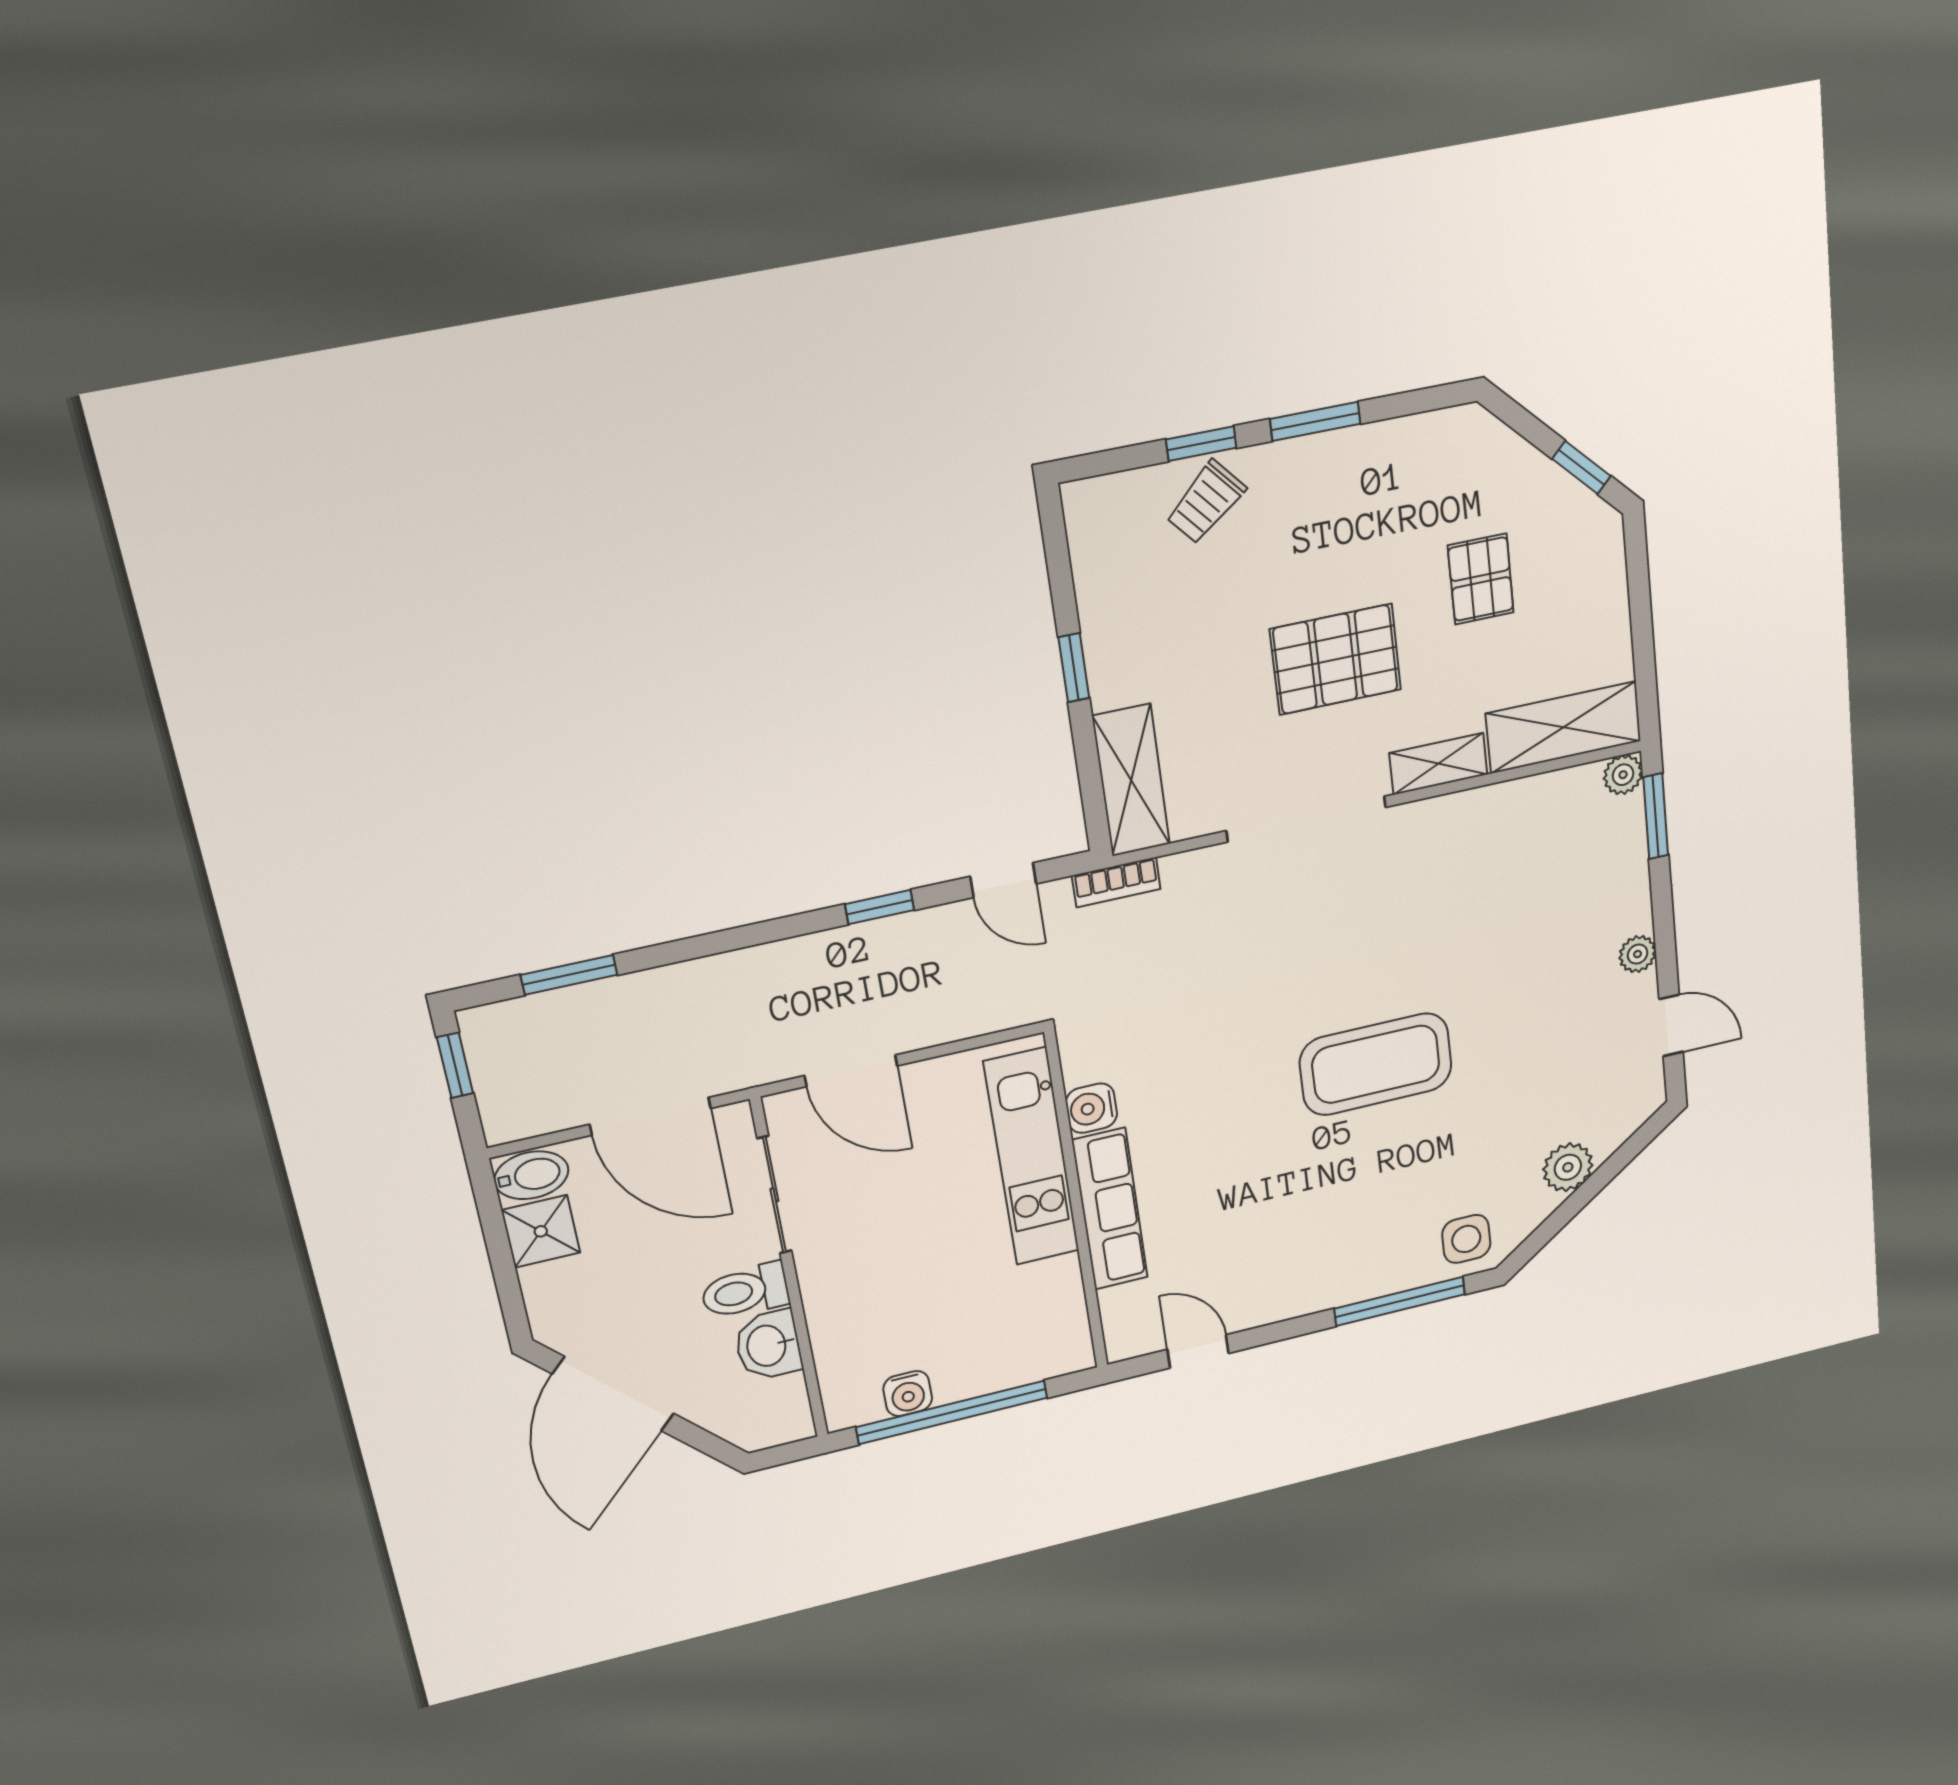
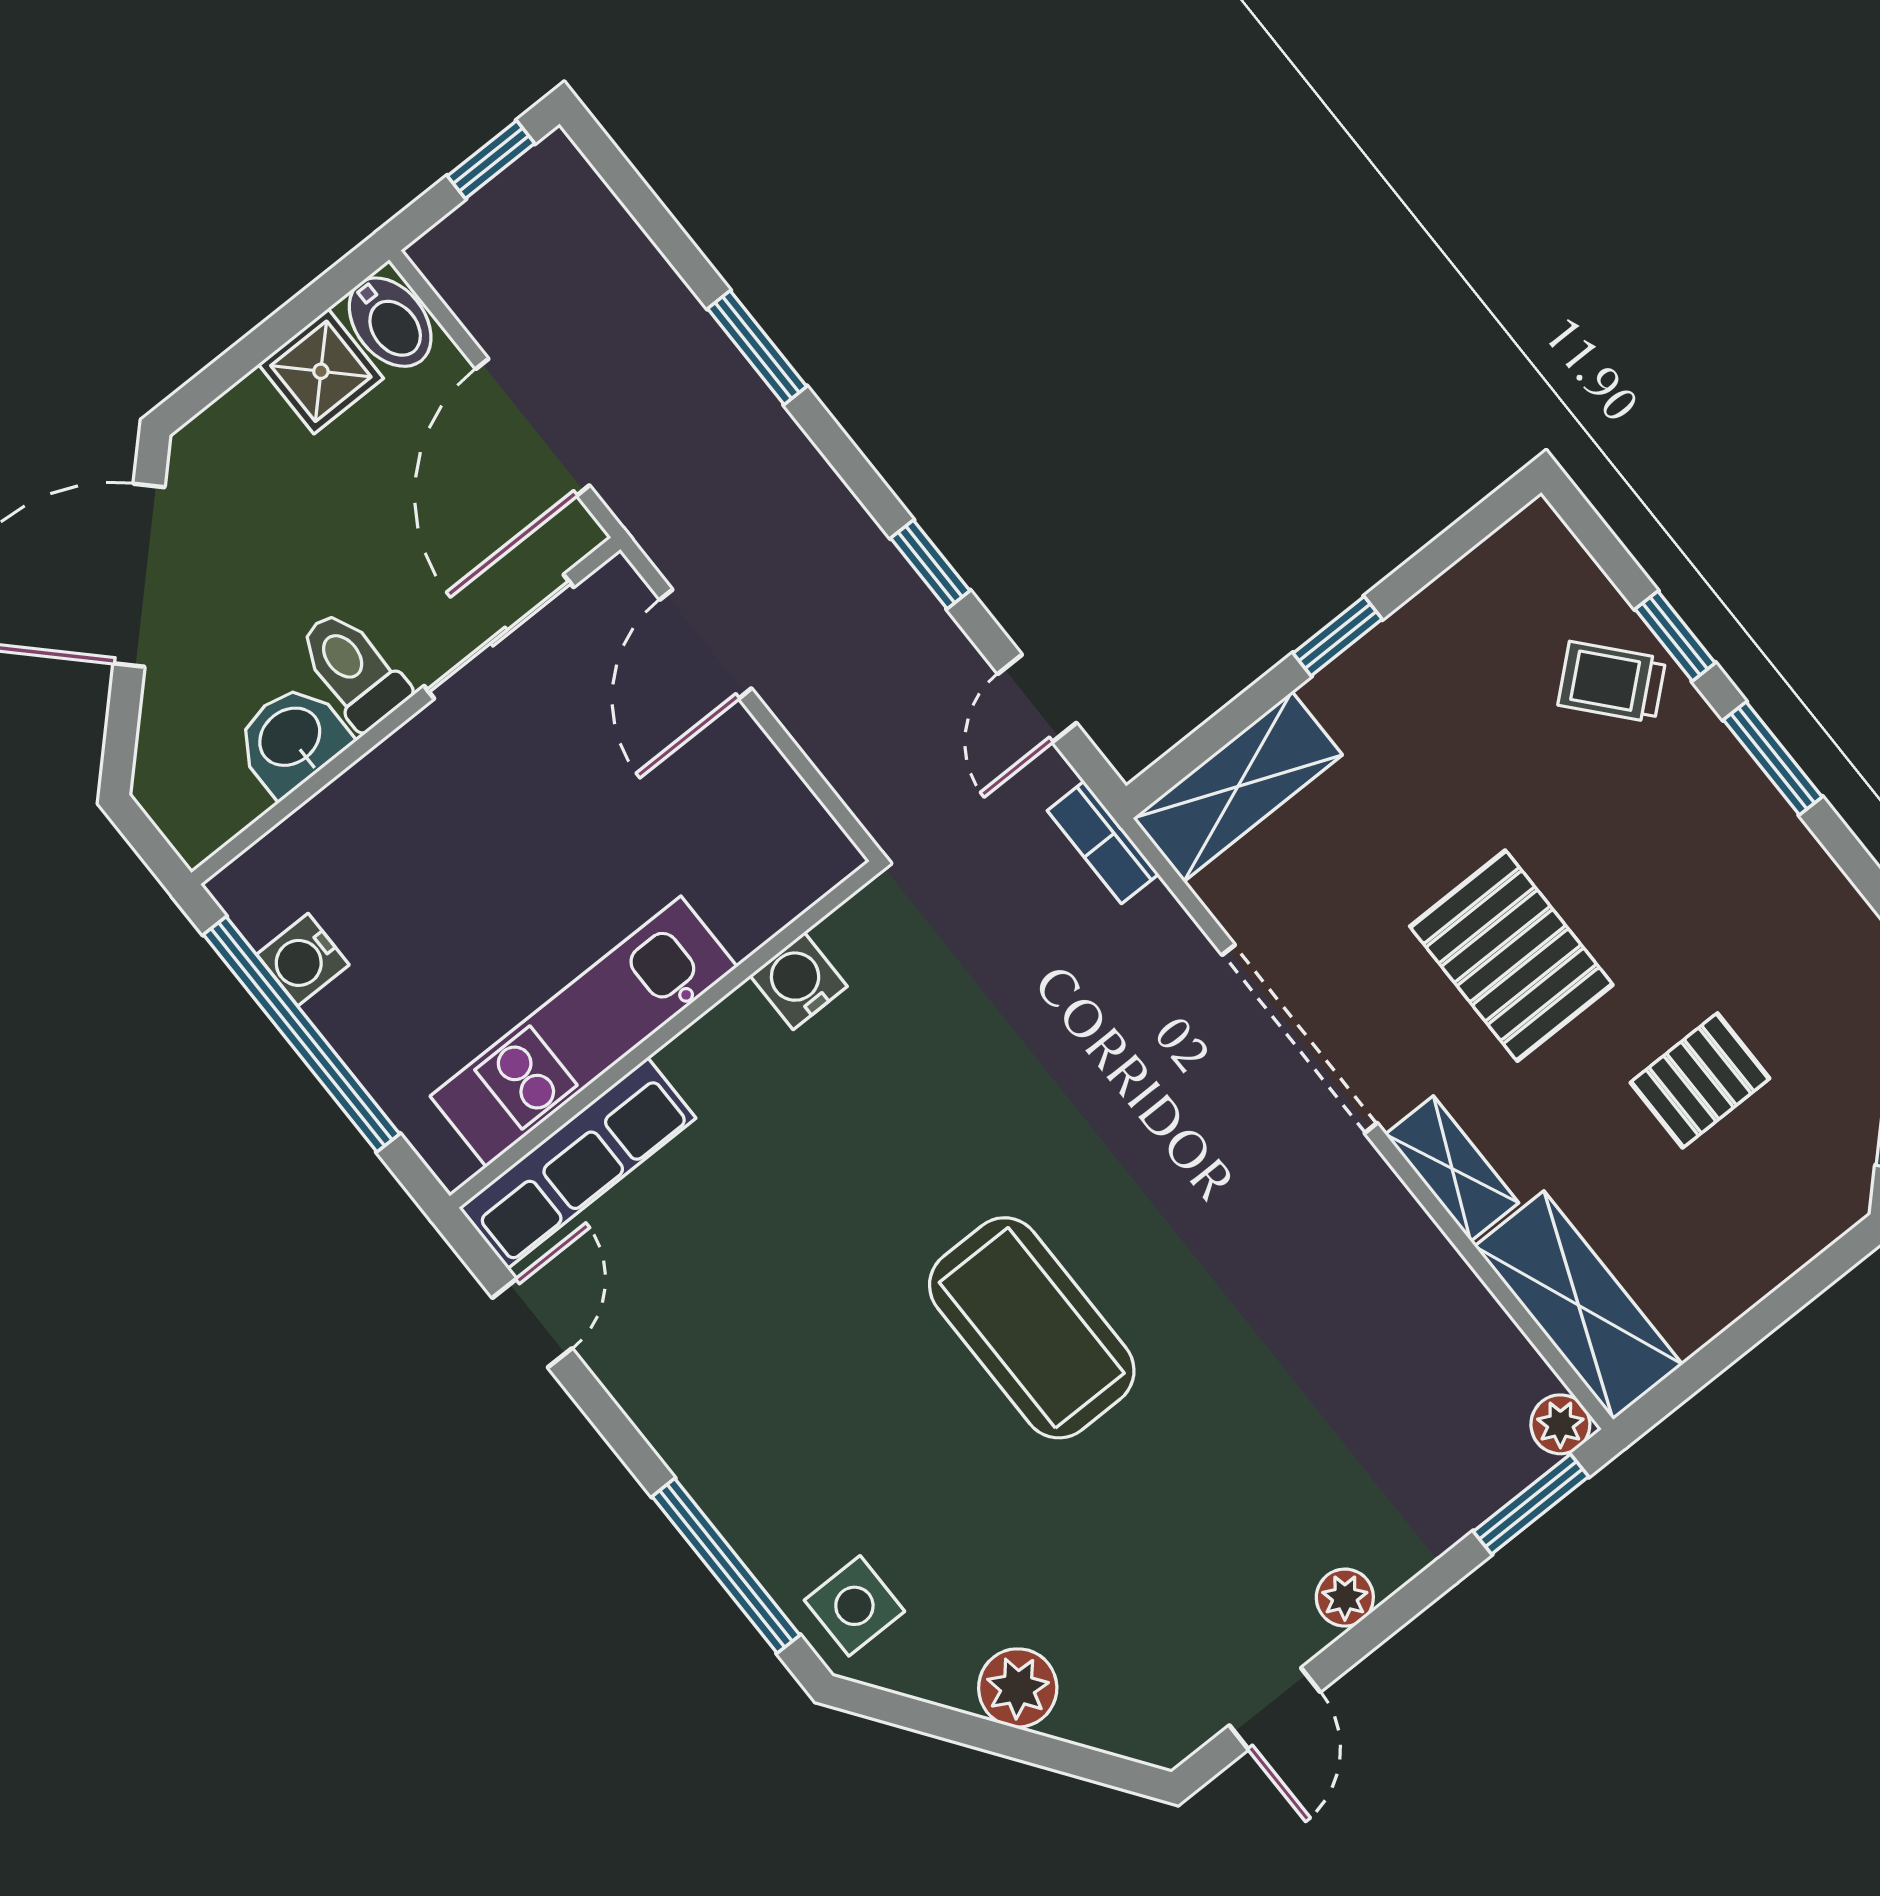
window: (569, 975) -> (757, 348), moved
kitchen unit: (1032, 1157) -> (584, 1031), moved
row of seats: (1110, 1209) -> (577, 1163), moved

